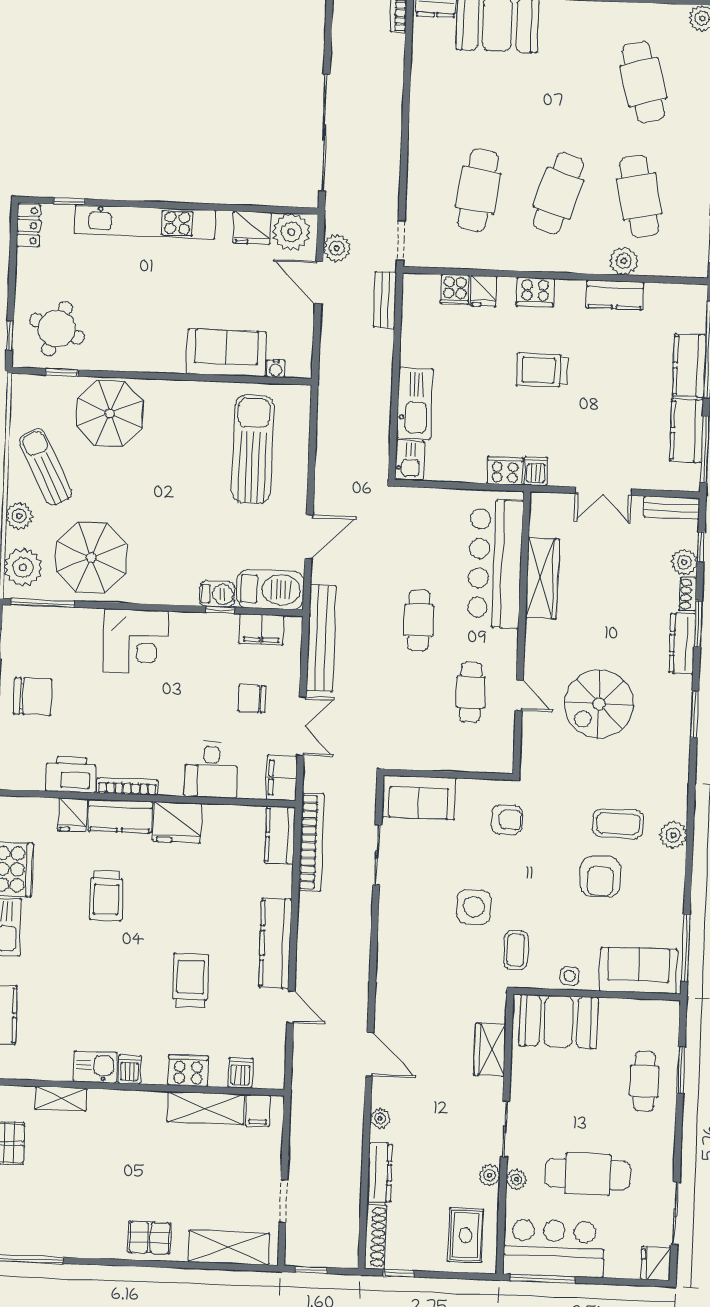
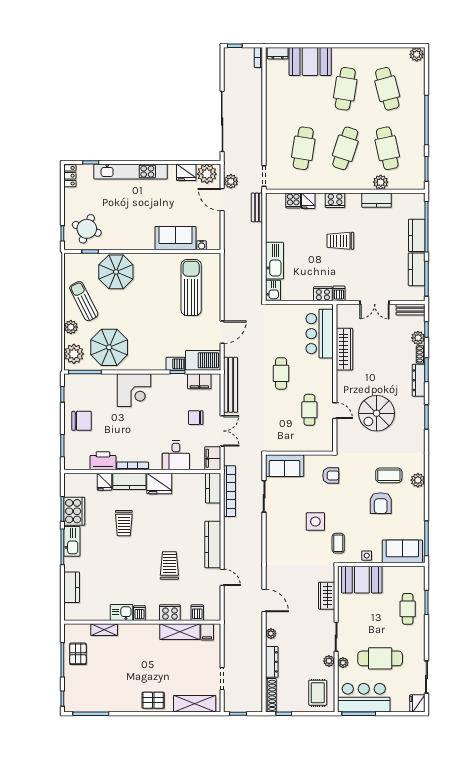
cafe table: (563, 79) -> (345, 89), added
bar counter: (495, 564) -> (320, 334), width x0.73

